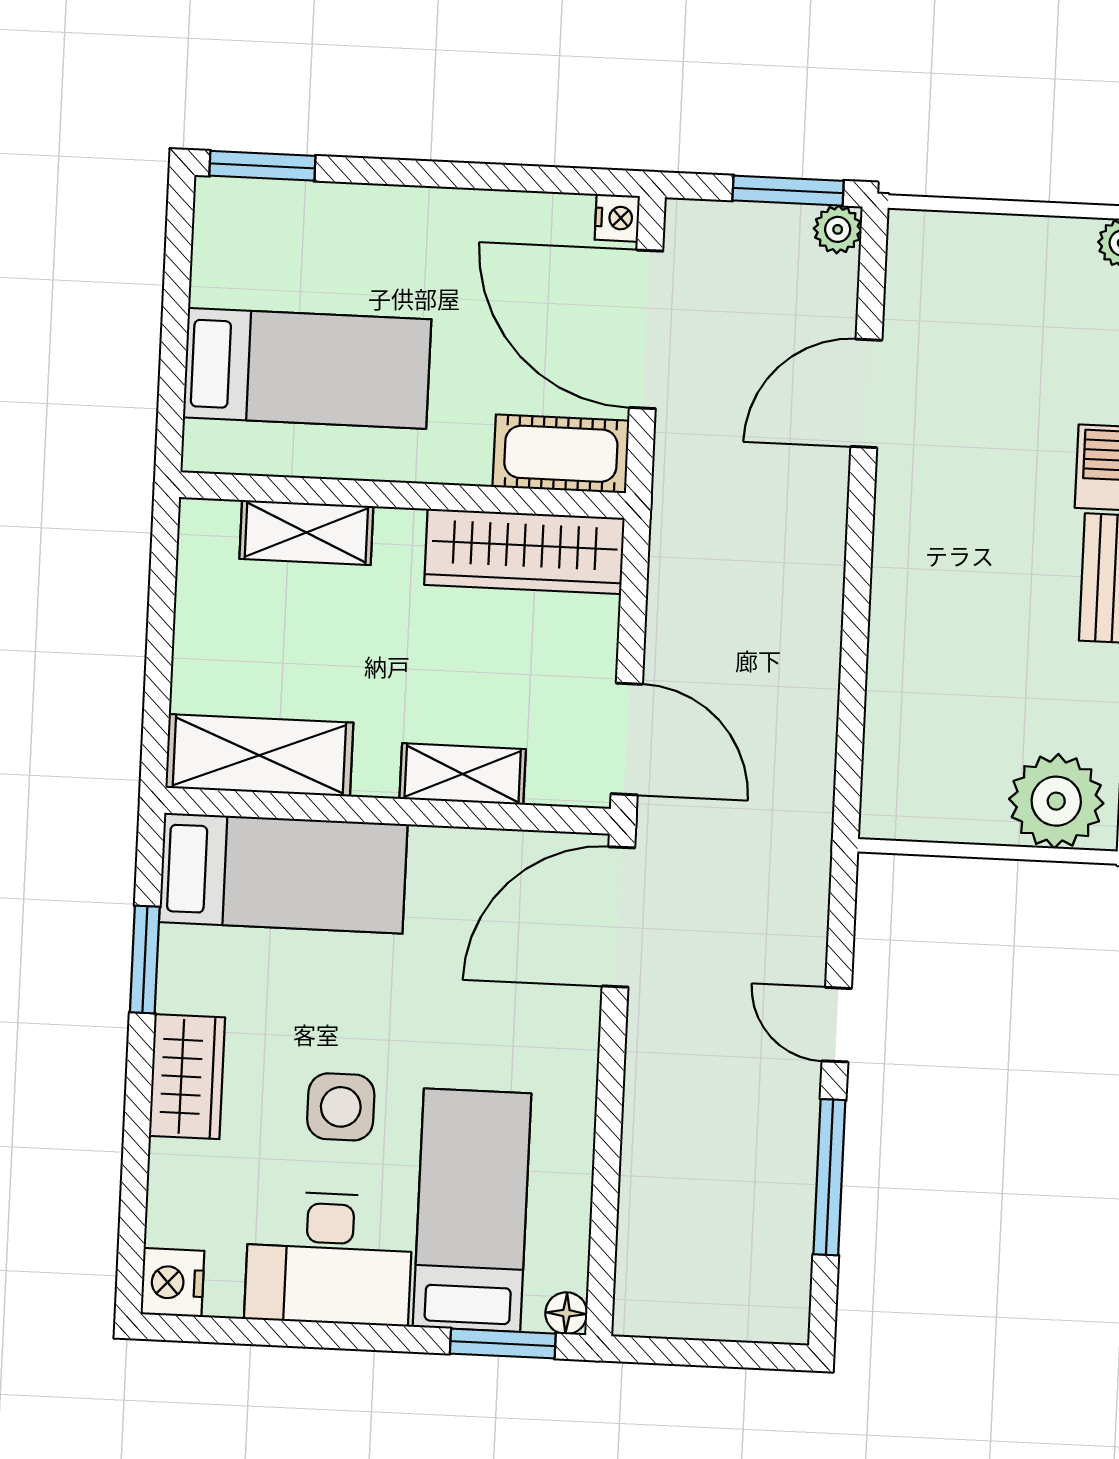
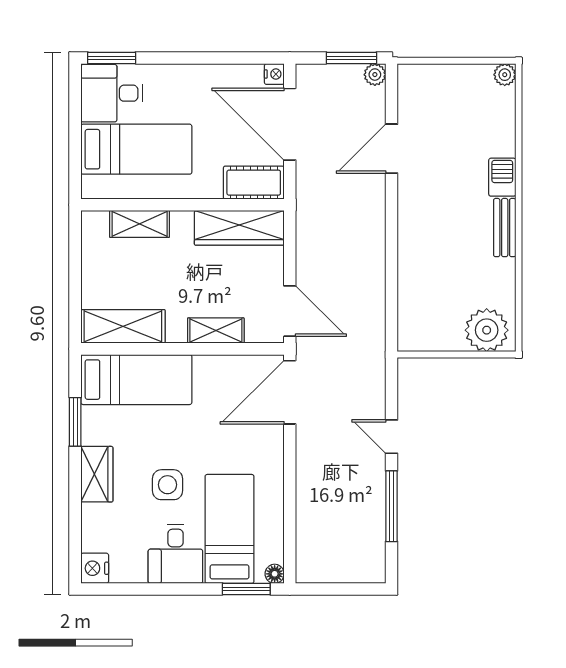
desk: (259, 243) -> (112, 93), added
desk: (329, 1258) -> (175, 554), width x0.73

